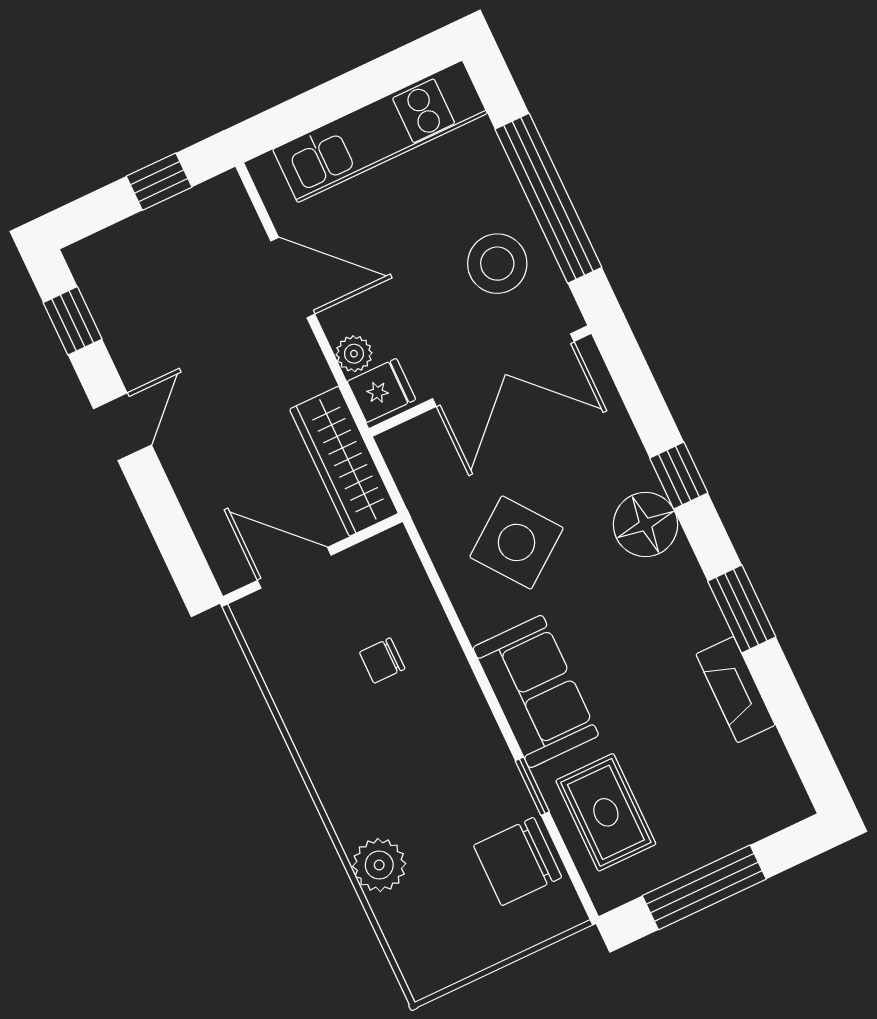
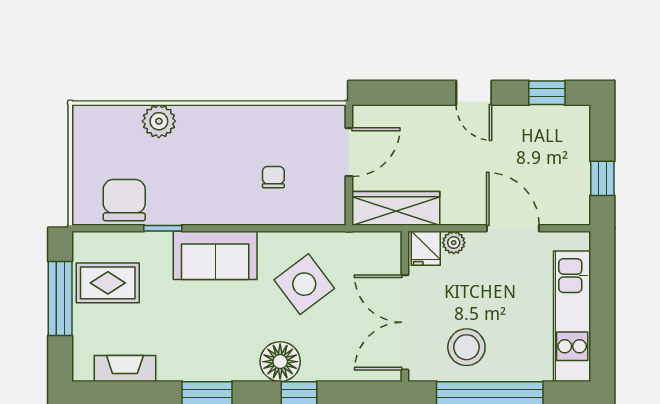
door: (293, 278) -> (513, 228), swing flipped
fireplace: (735, 690) -> (125, 368), moved
rug: (606, 812) -> (108, 283), moved

